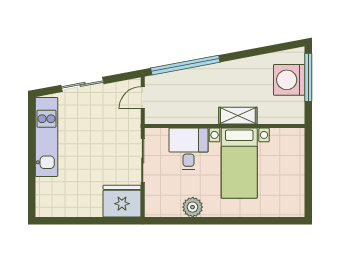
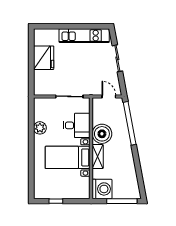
washing machine: (289, 80) -> (102, 189), moved, turned 90
boiler: (202, 109) -> (102, 134), added
window: (308, 182) -> (56, 201), added
fridge: (122, 201) -> (44, 58), moved

